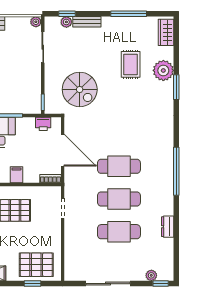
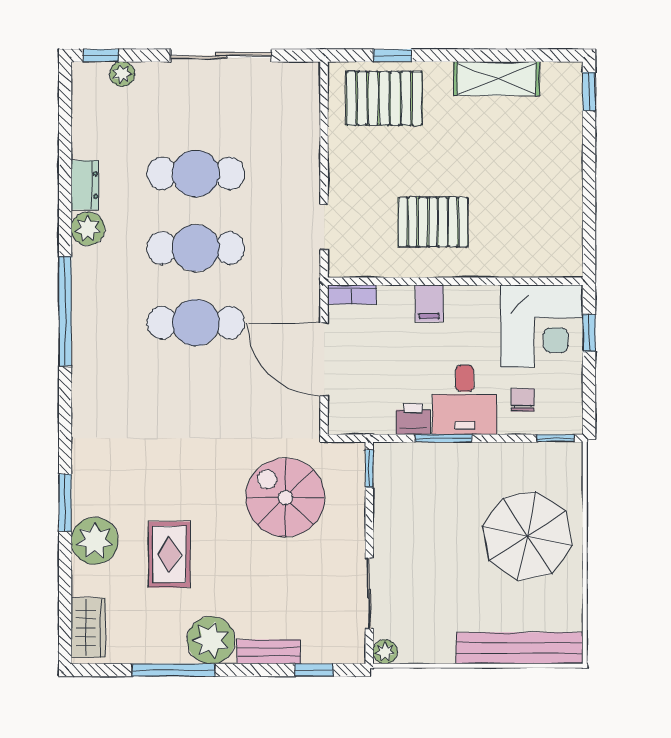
plant: (66, 22) -> (211, 640), moved, width x1.88, depth x1.88
printer: (43, 124) -> (413, 419), moved
plant: (166, 207) -> (88, 229), added

